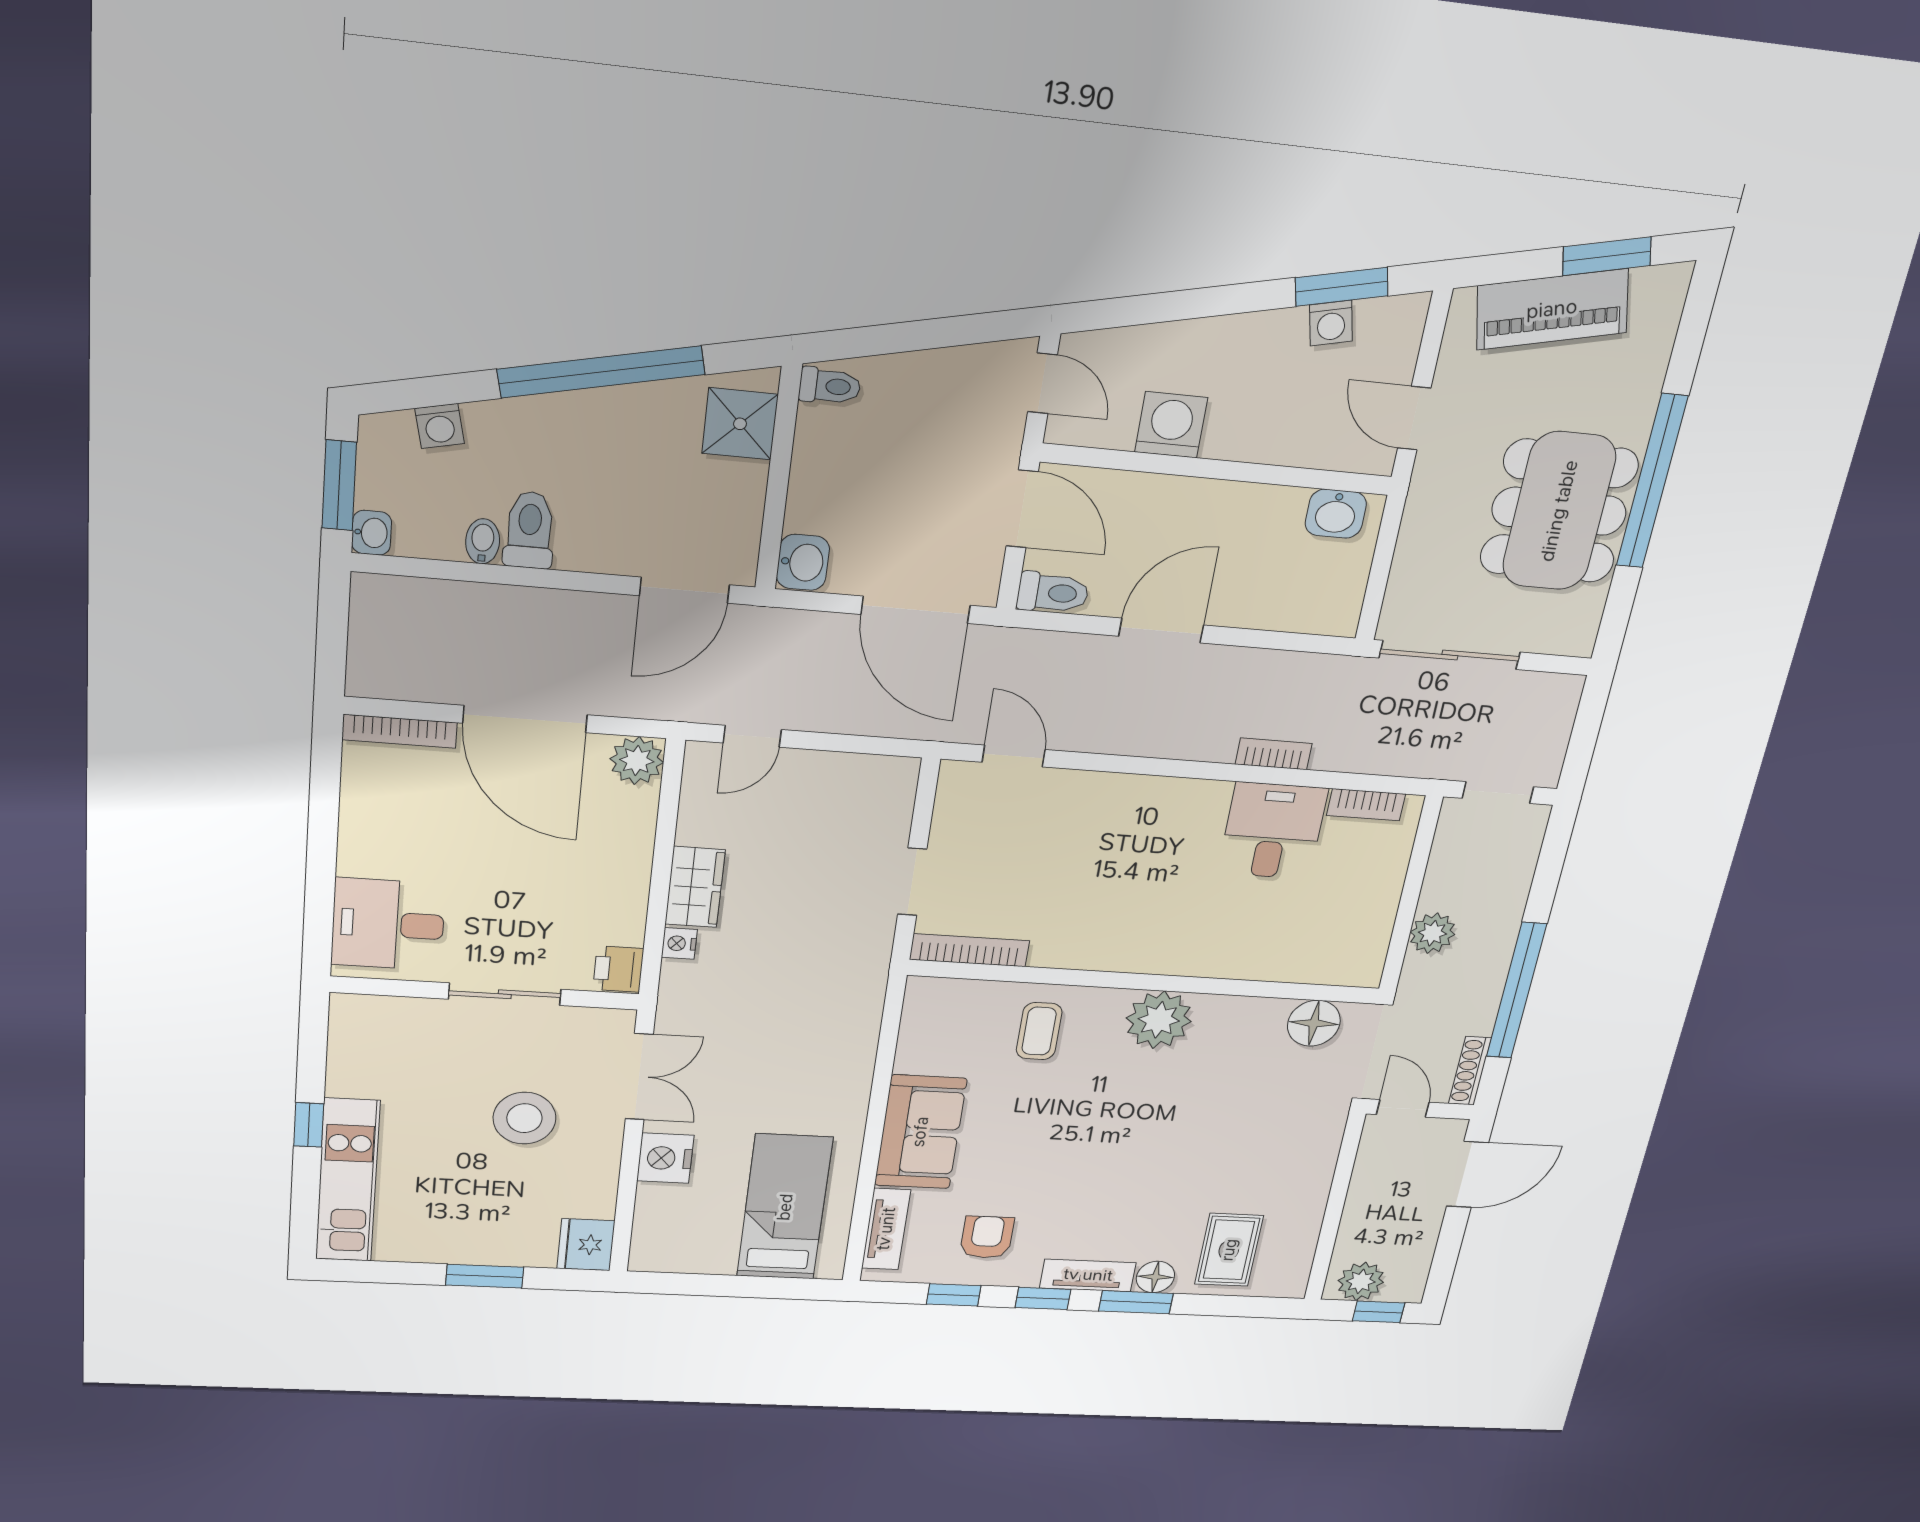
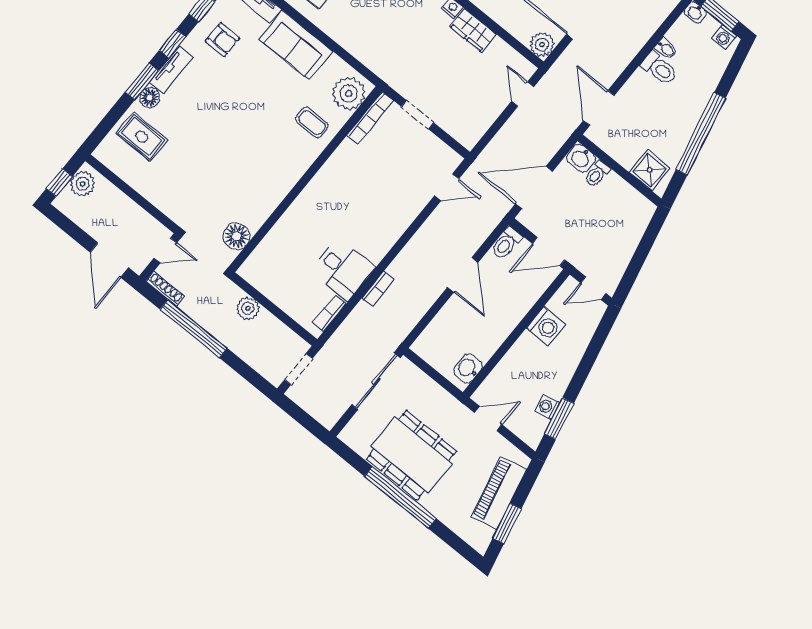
toilet: (830, 386) -> (597, 174), moved
washing machine: (440, 426) -> (724, 37), moved, turned -77
plant: (1159, 1020) -> (349, 93), moved

